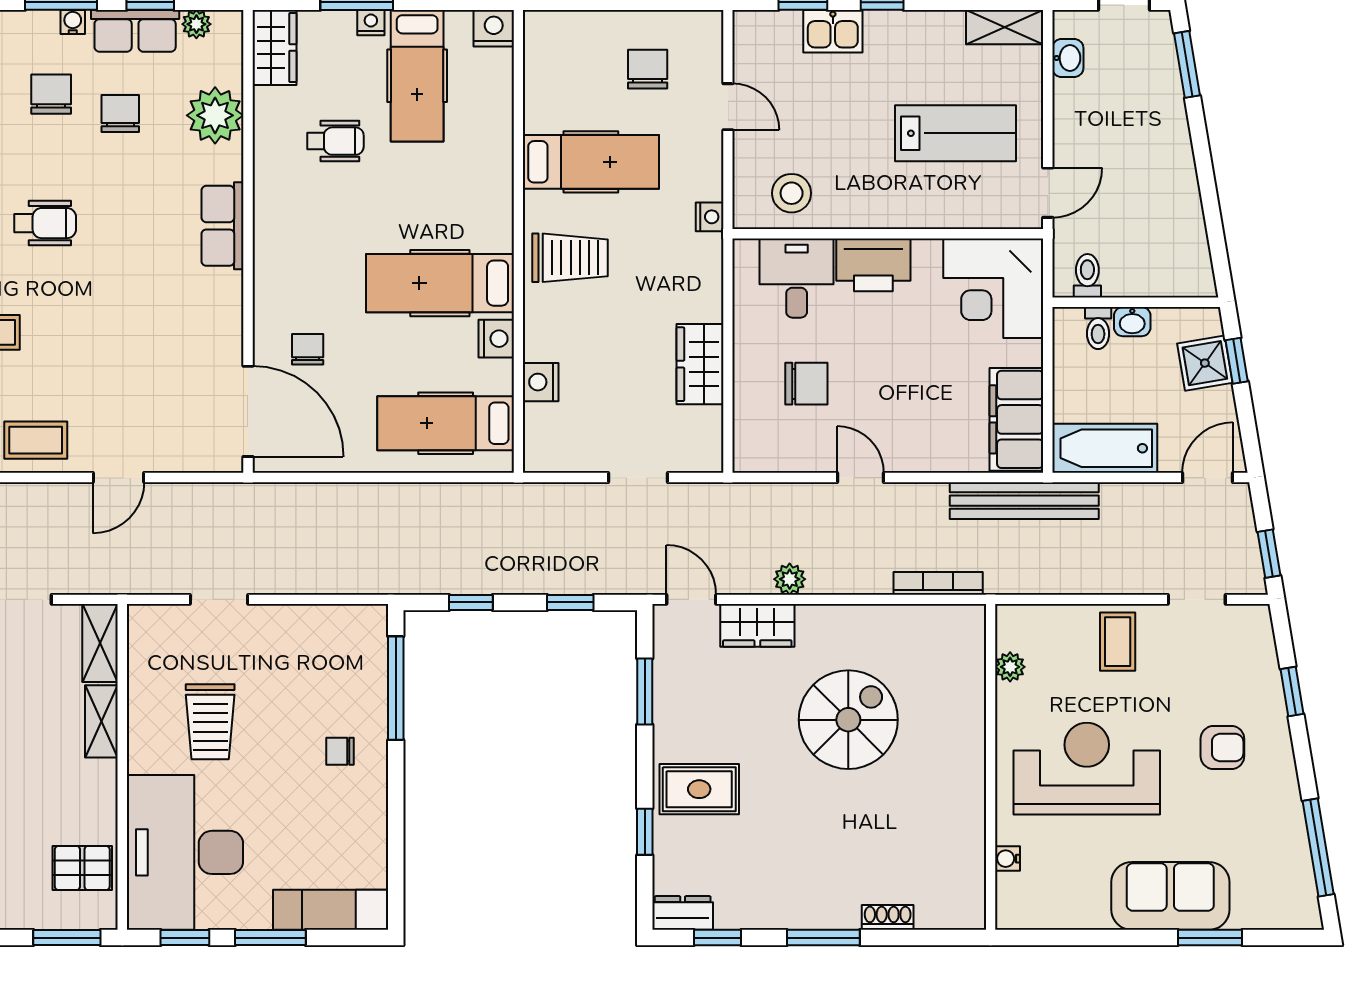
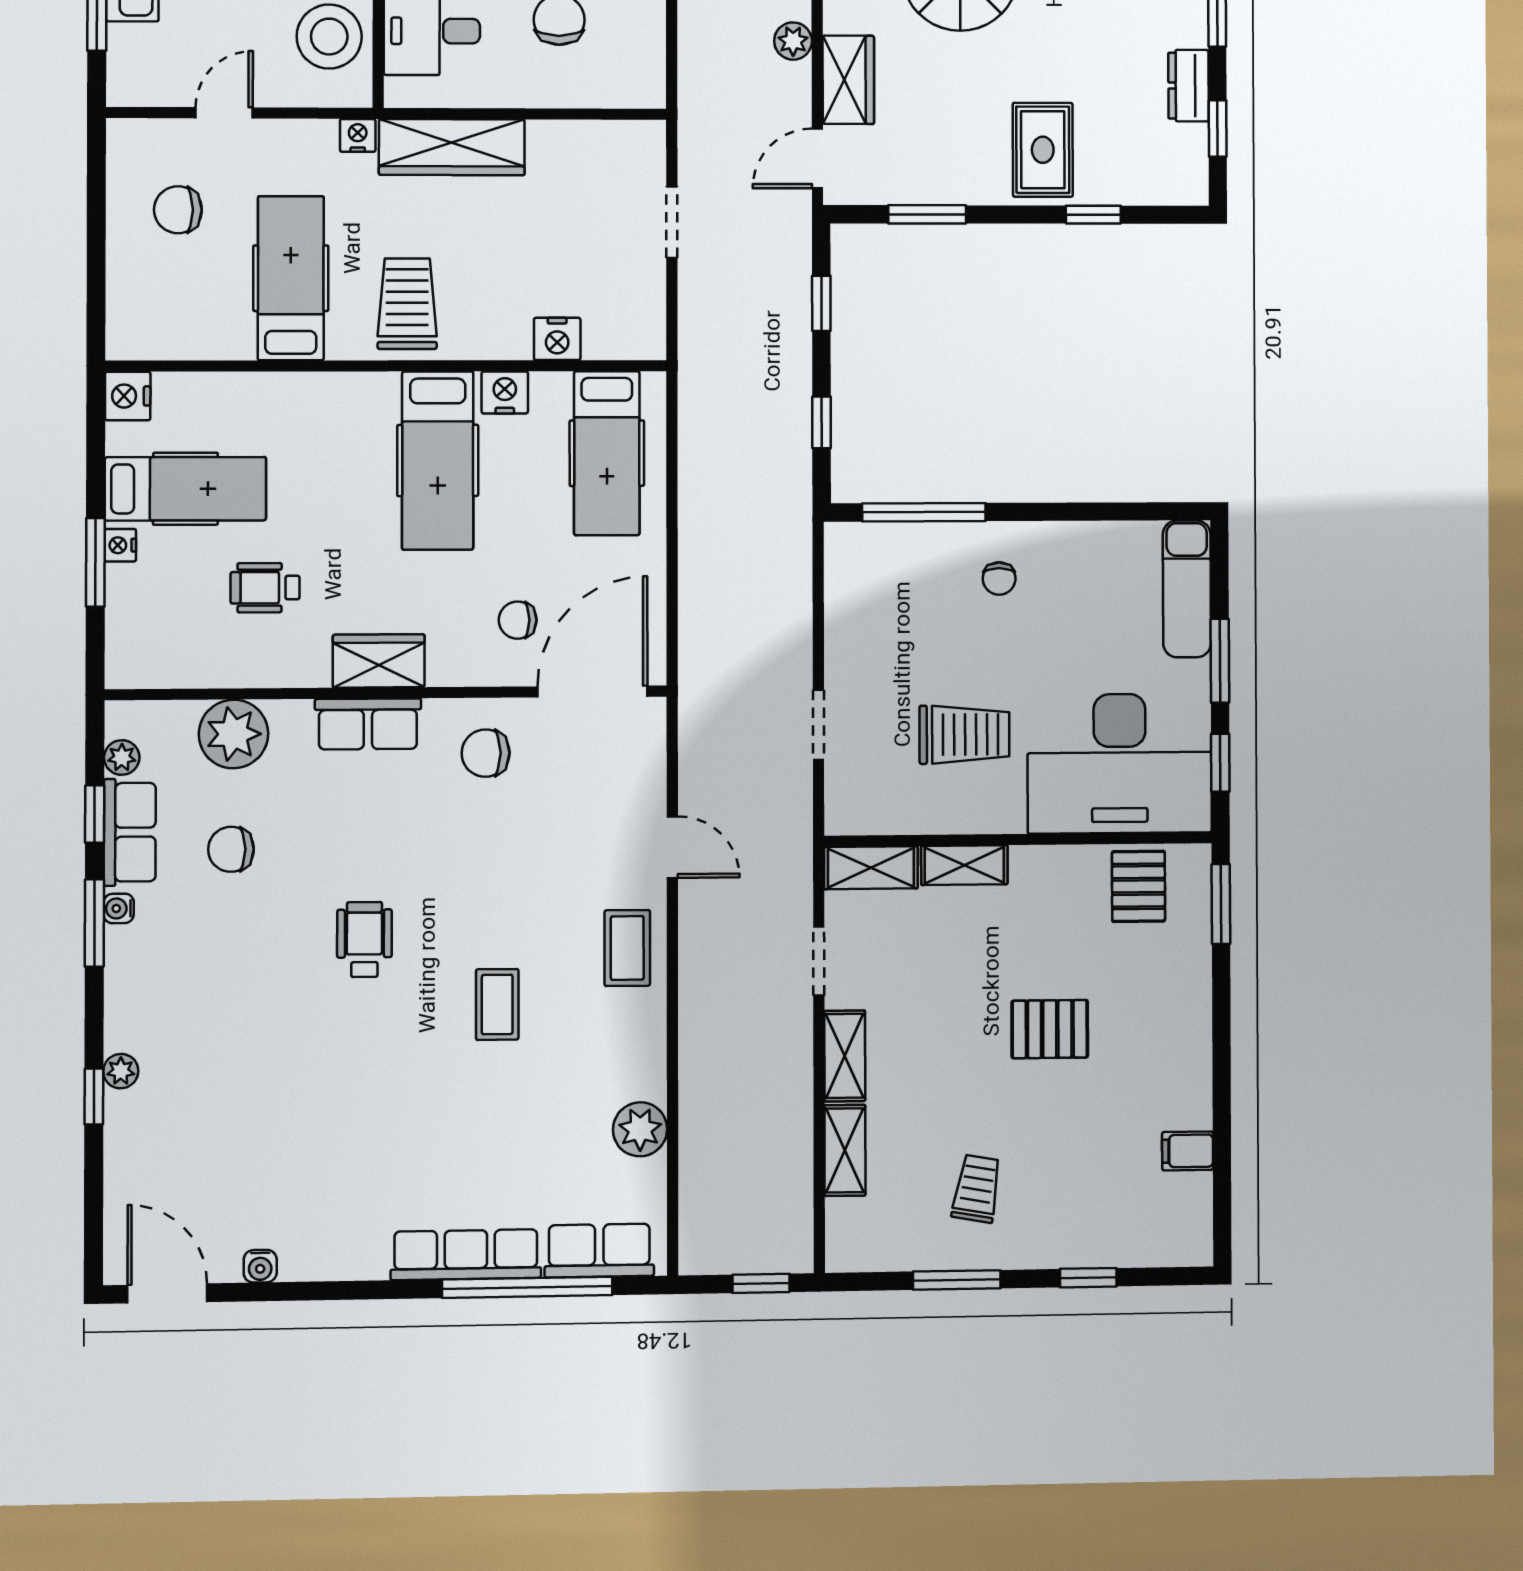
wardrobe: (274, 48) -> (379, 661), moved
chair: (51, 94) -> (486, 753), moved
wheelchair: (335, 141) -> (265, 588), turned -90
stool: (792, 193) -> (329, 37), width x1.38, depth x1.38
wardrobe: (700, 364) -> (452, 147), moved, width x1.50
dresser: (683, 913) -> (1188, 86), moved

